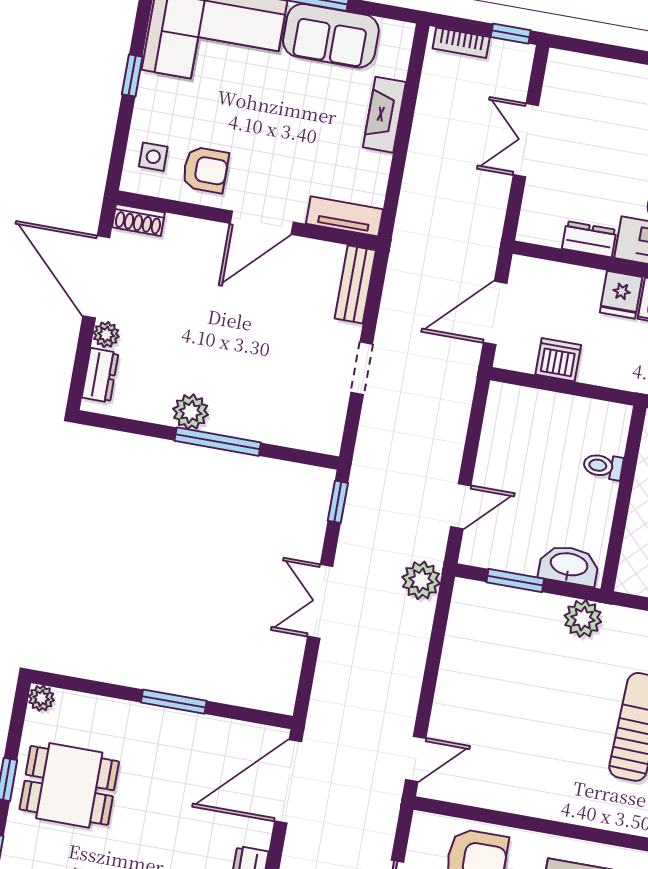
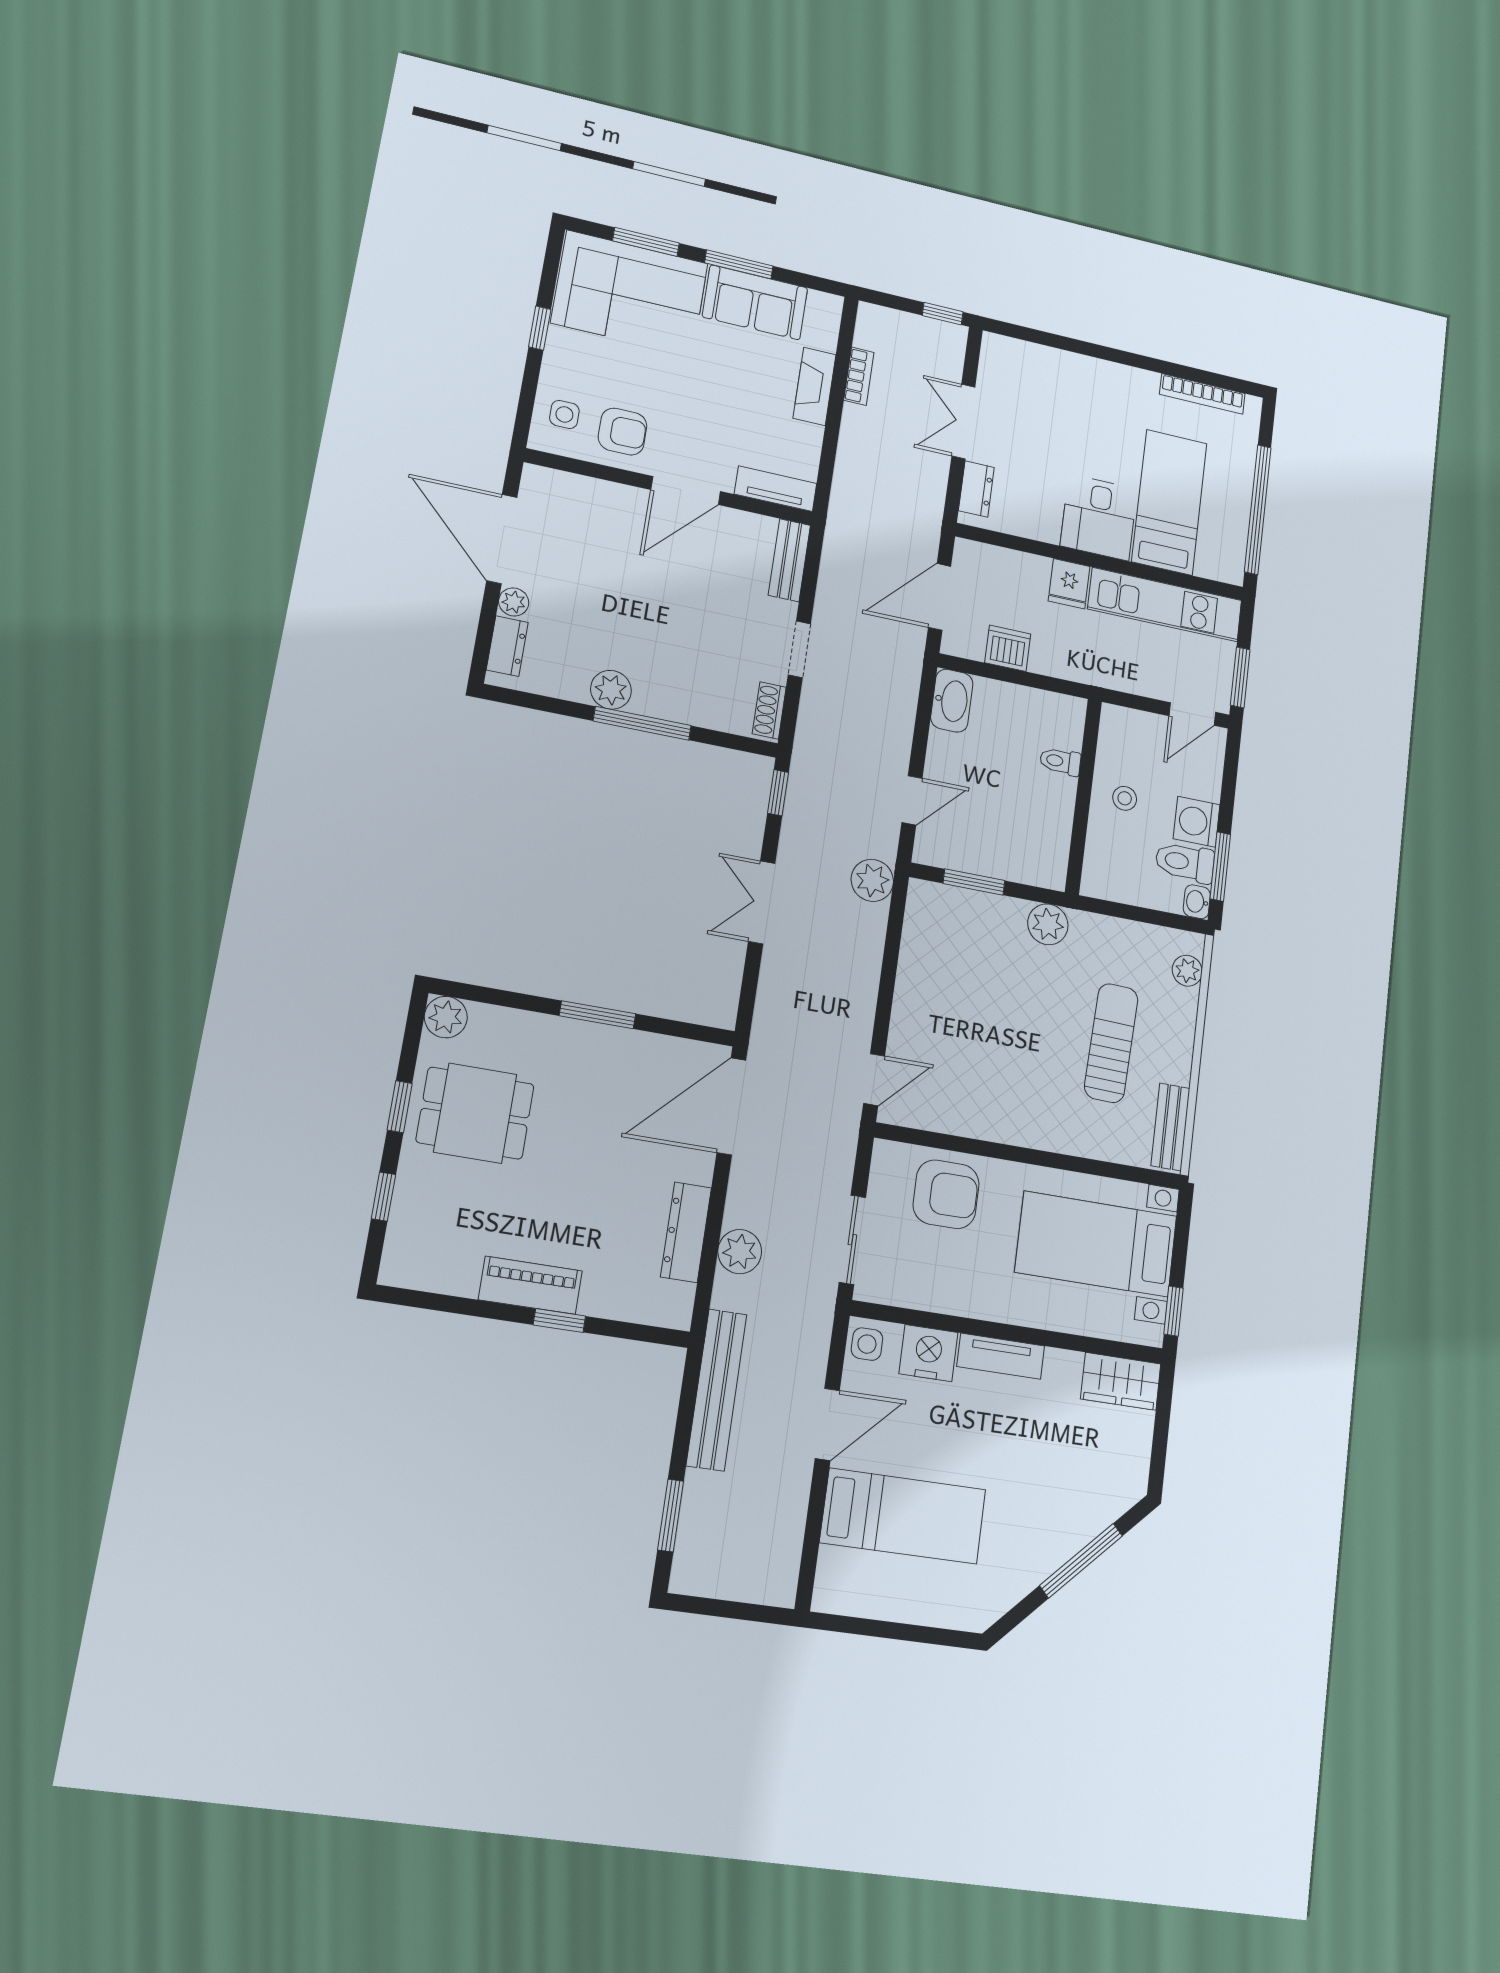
bookcase: (461, 43) -> (859, 376), moved, turned -90
shoe rack: (138, 220) -> (769, 710), moved, turned 90
dresser: (589, 239) -> (976, 489), moved, turned 90
washbasin: (569, 565) -> (952, 701), moved, turned 90
plant: (41, 698) -> (446, 1017), width x1.38, depth x1.38

